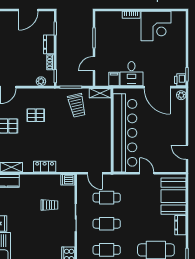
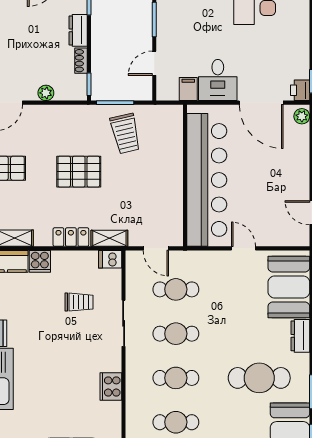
plant: (41, 81) -> (46, 93), moved
shelving: (100, 93) -> (109, 238), moved
pallet: (36, 115) -> (79, 172), moved, width x1.50, depth x1.42
cooker: (26, 181) -> (40, 261), added

